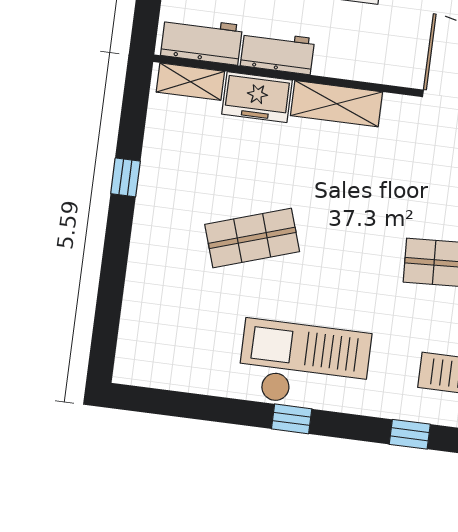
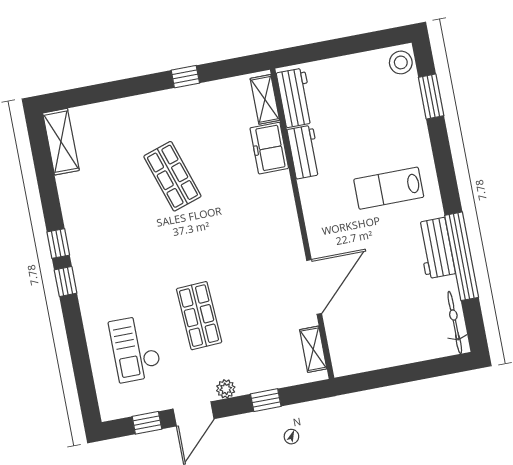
shelving: (337, 104) -> (61, 142), moved
checkout: (304, 365) -> (98, 240), removed
window: (410, 434) -> (66, 281), moved

